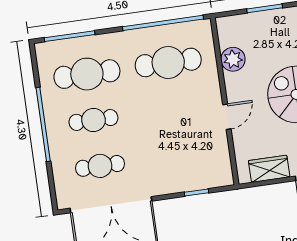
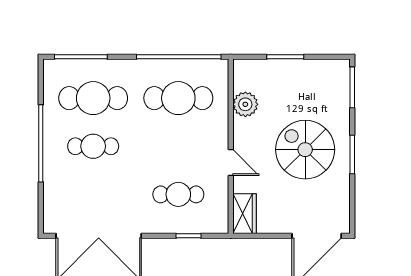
door: (227, 117) -> (231, 162), hinge flipped
cafe table: (100, 166) -> (178, 194), moved
wardrobe: (269, 169) -> (244, 214), moved, turned 90

